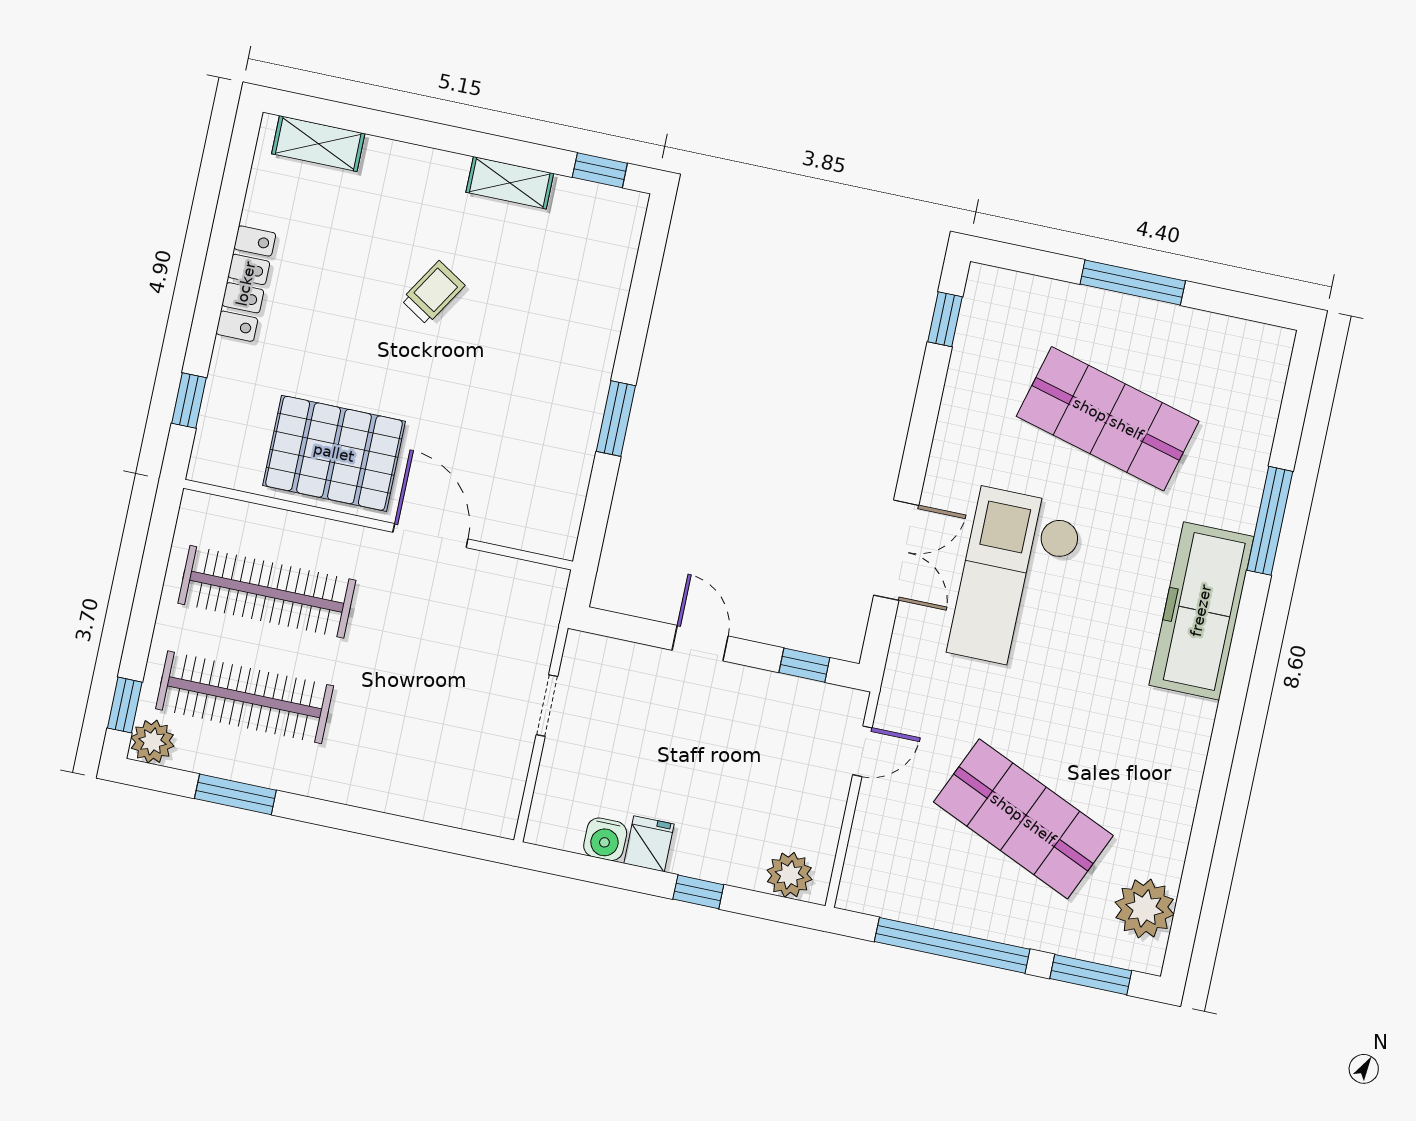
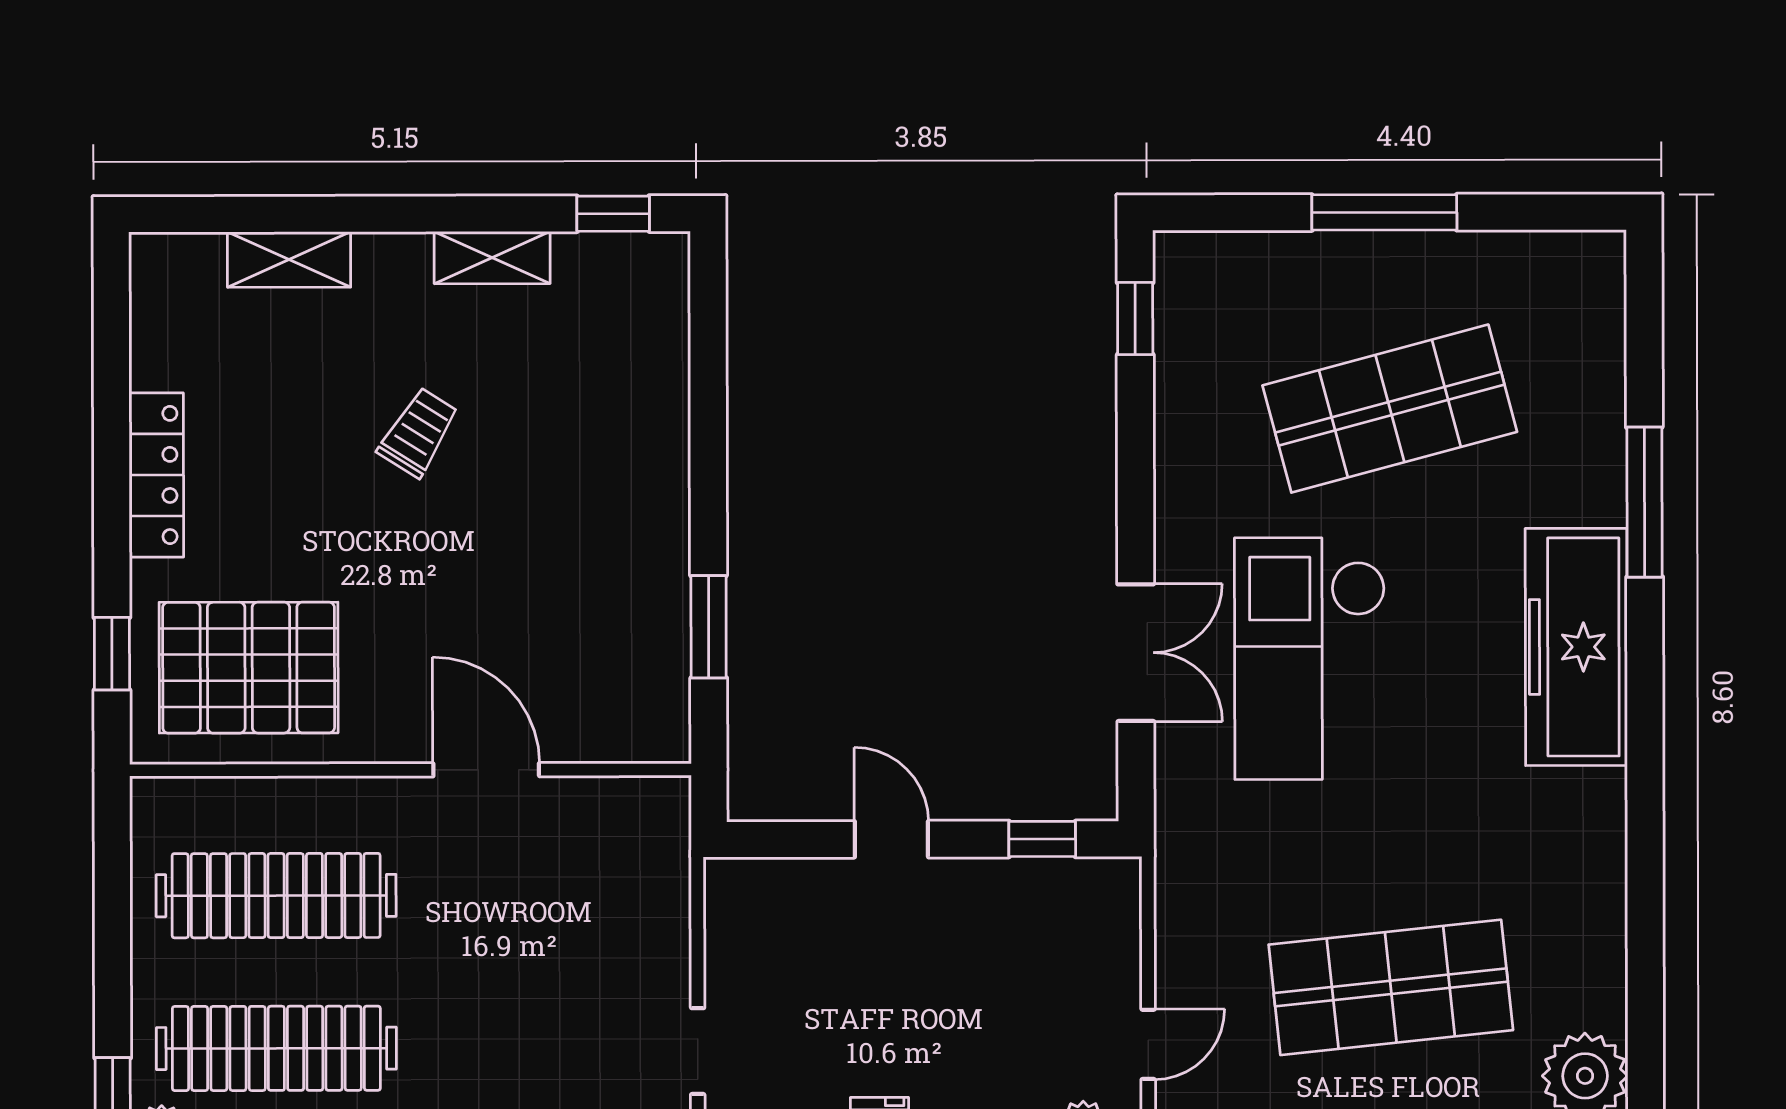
shelving: (318, 144) -> (289, 260), moved
window: (616, 418) -> (709, 627), moved
shop shelf: (1108, 419) -> (1390, 409), turned -30
pallet: (334, 453) -> (249, 668), moved
doorway: (547, 705) -> (698, 1051), moved
door: (862, 751) -> (1148, 1044), moved
shop shelf: (1023, 819) -> (1391, 987), turned -30

